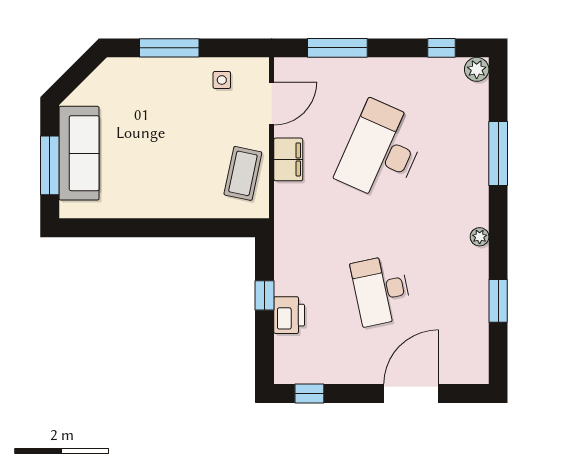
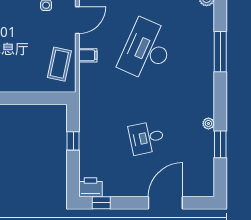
filing cabinet: (288, 159) -> (88, 55), width x0.50
plant: (480, 237) -> (208, 123), moved
desk: (381, 290) -> (147, 138), width x0.73
printer: (289, 315) -> (91, 187), moved, turned -90

